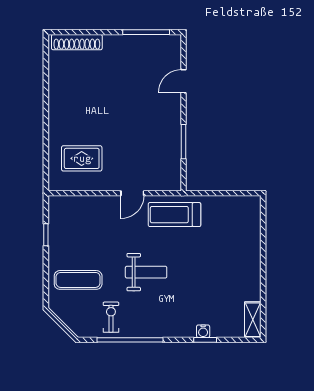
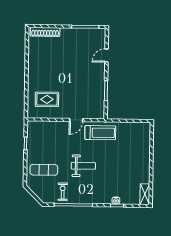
treadmill: (175, 215) -> (100, 133), turned 180

